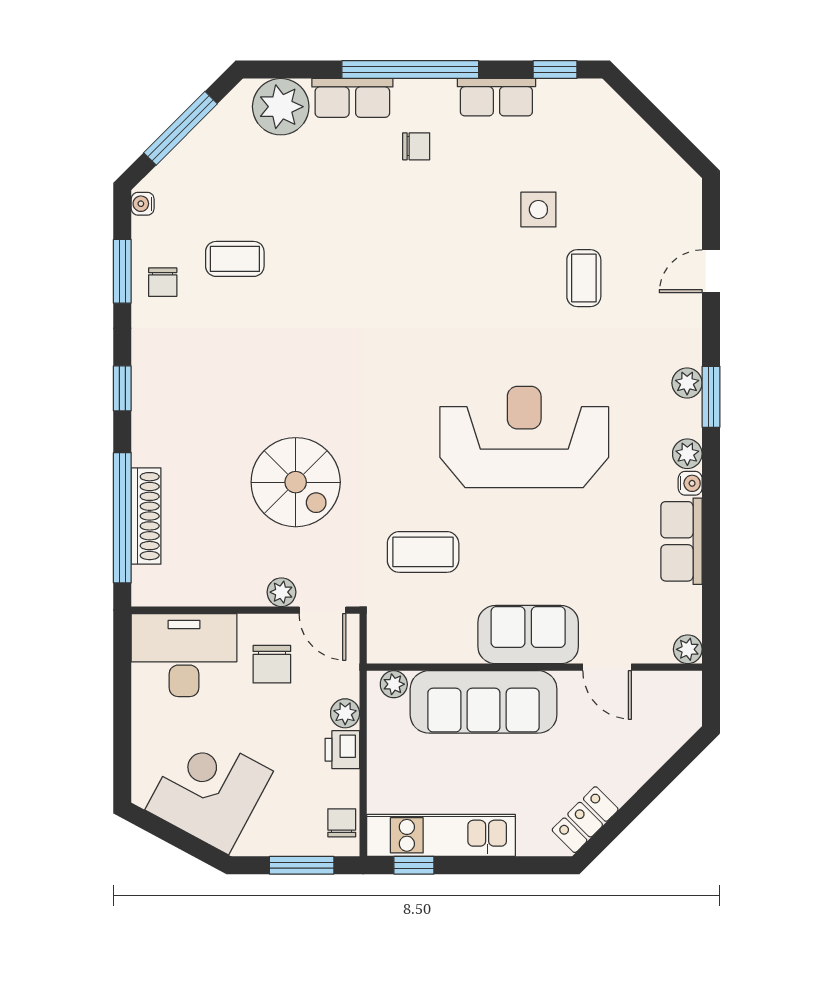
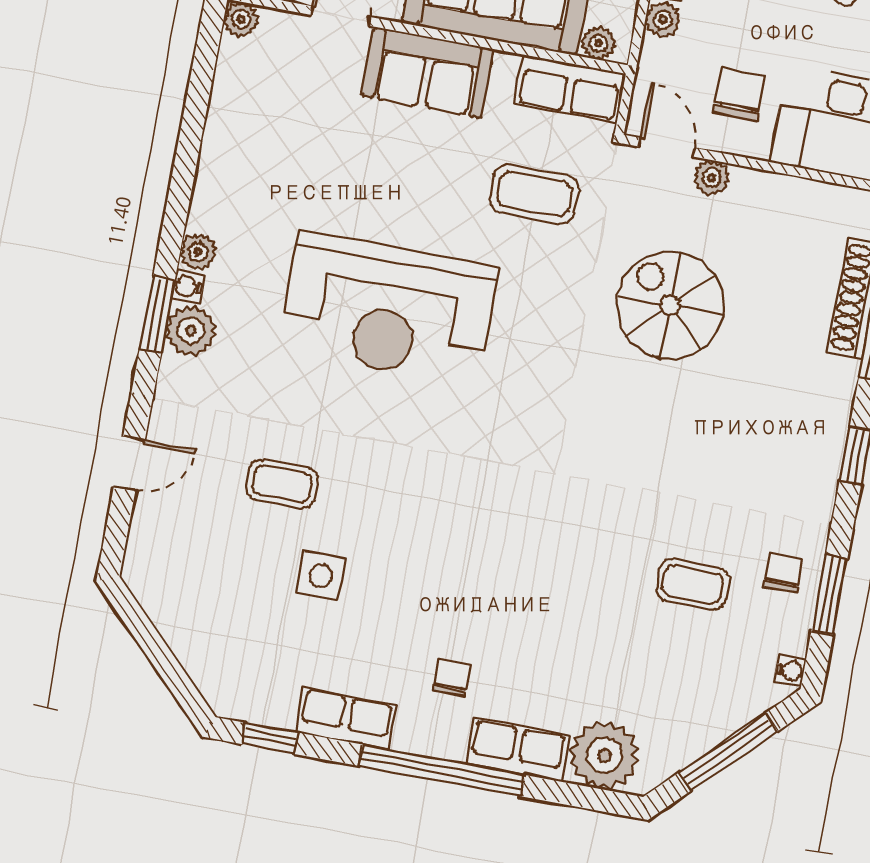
chair: (416, 146) -> (452, 678), turned 90
coffee table: (584, 278) -> (282, 484), turned 90
plant: (687, 383) -> (191, 331), width x1.38, depth x1.38
water cooler: (690, 483) -> (188, 287), moved
row of seats: (681, 541) -> (570, 89), moved, turned 90

